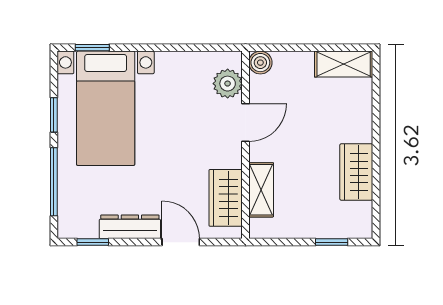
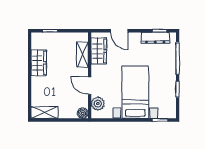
bed with nightstands: (106, 108) -> (135, 92), moved
door: (245, 123) -> (90, 86), hinge flipped
dresser: (130, 227) -> (155, 38), moved

